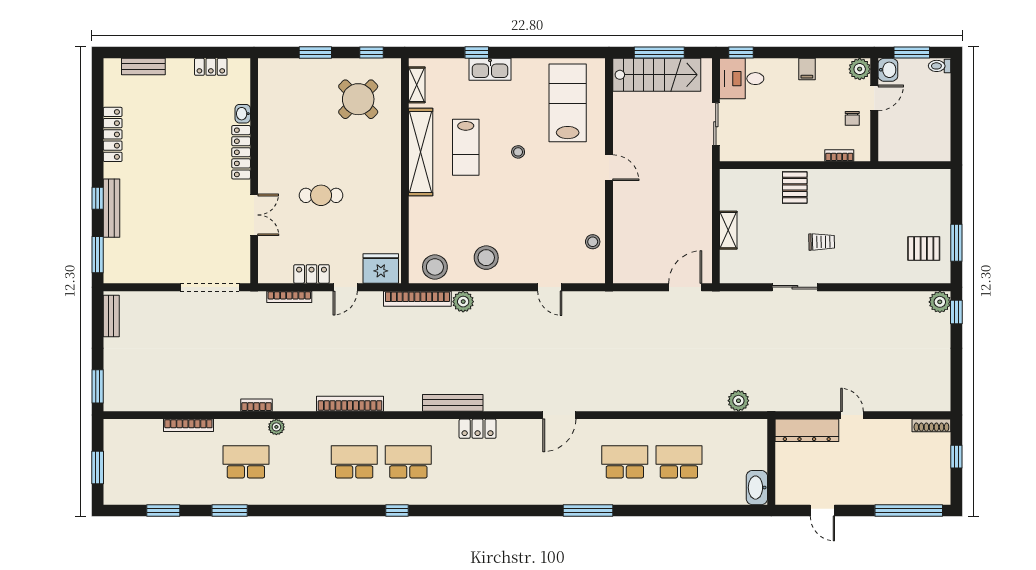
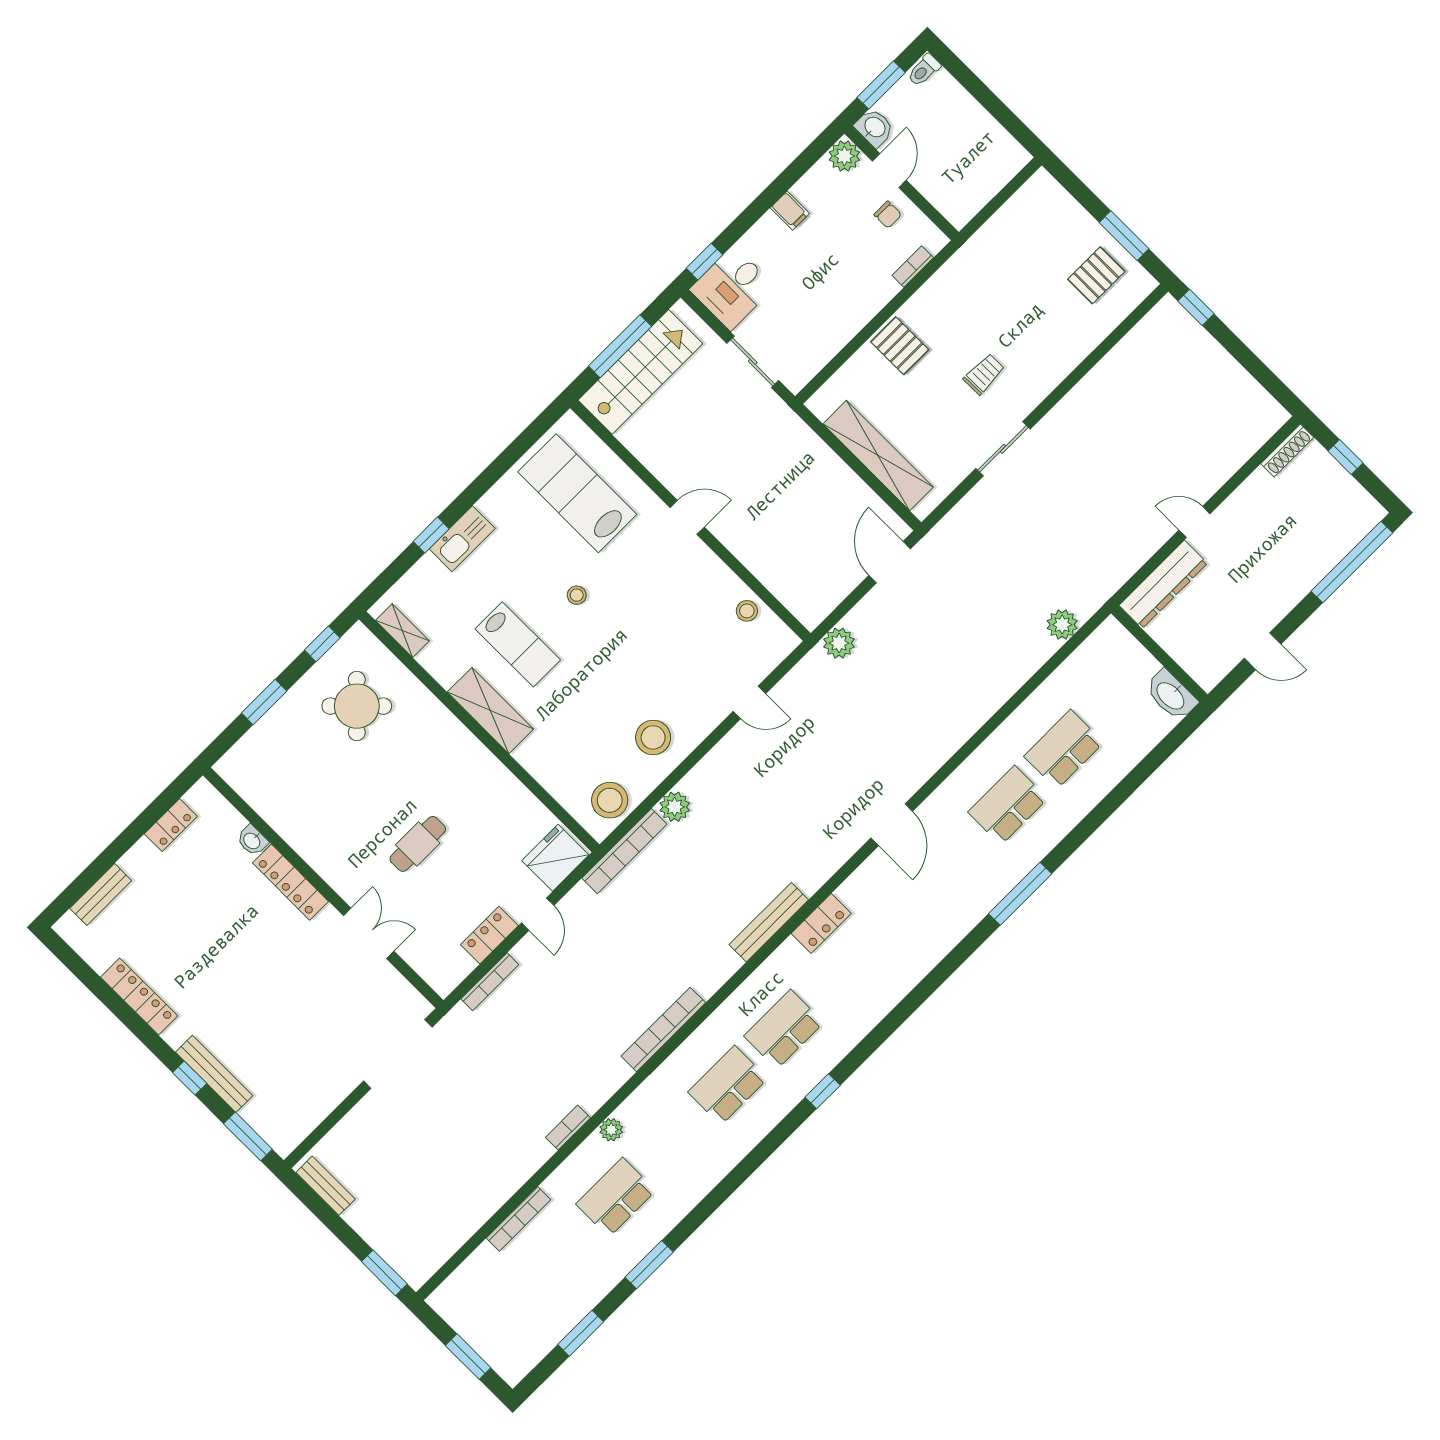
shelving: (421, 152) -> (490, 711), width x0.68
shelving: (728, 230) -> (878, 456), width x2.20, depth x1.33
plant: (940, 302) -> (839, 643), moved

